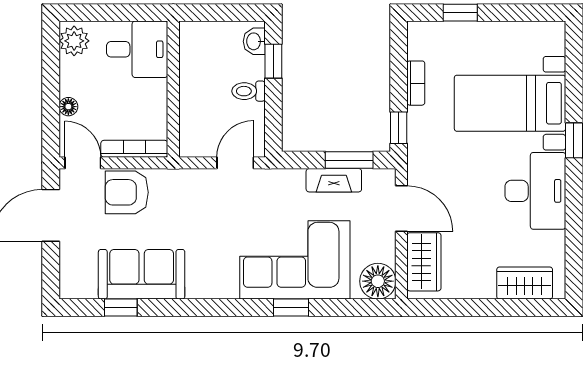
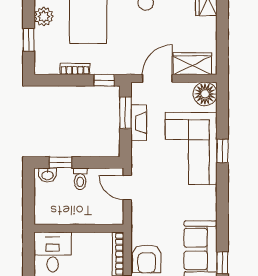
plant: (496, 36) -> (44, 16), added

